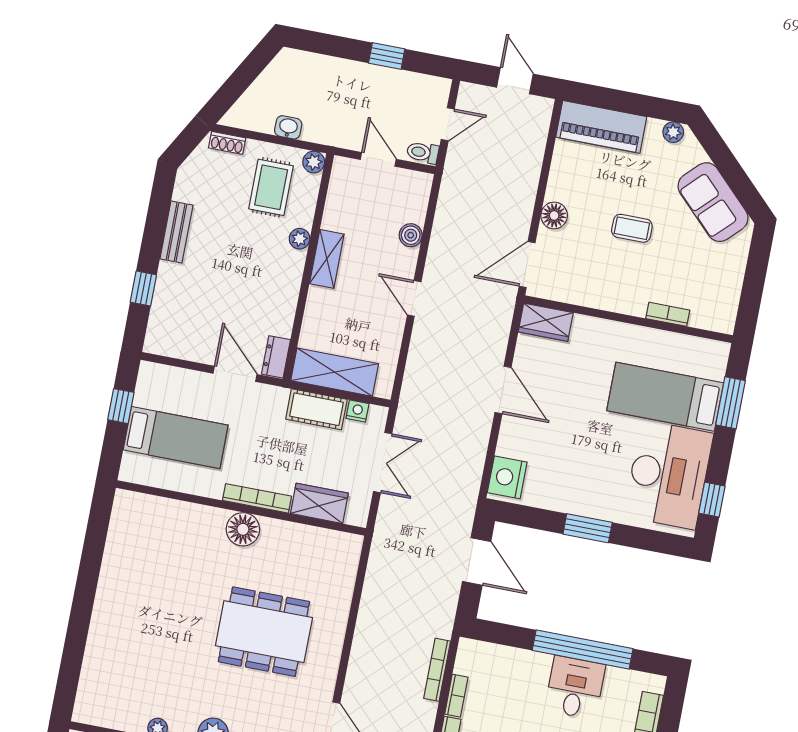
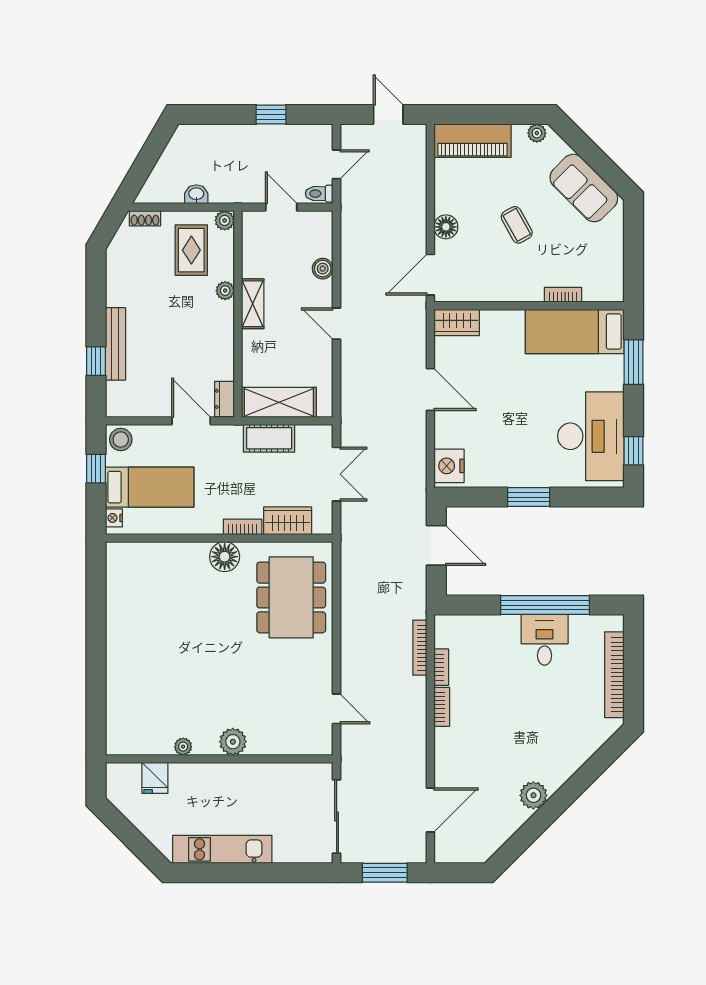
coffee table: (632, 228) -> (517, 225), turned 61
bench: (176, 232) -> (115, 344), moved, width x1.36
stool: (154, 379) -> (121, 440), added
bed: (665, 397) -> (575, 331), moved
nightstand: (357, 411) -> (114, 518), moved, turned -90
bookcase: (257, 498) -> (243, 527), width x0.64
dining table: (264, 632) -> (291, 597), moved, turned 90

